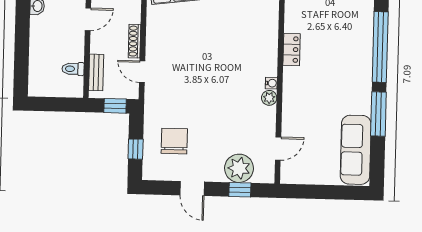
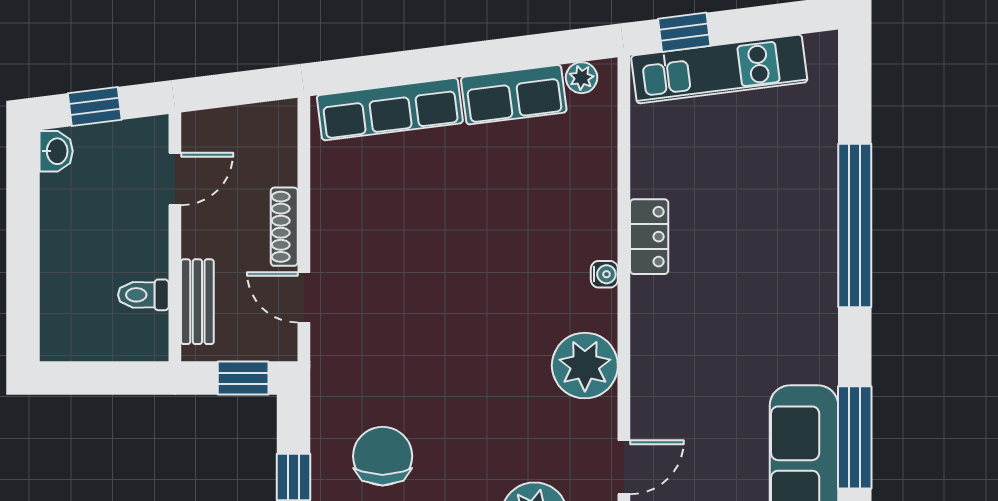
water cooler: (271, 83) -> (604, 274), moved
plant: (269, 98) -> (585, 366), width x1.87, depth x1.87
window: (378, 114) -> (855, 437), moved

